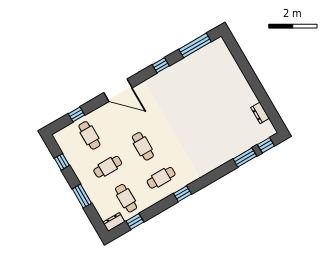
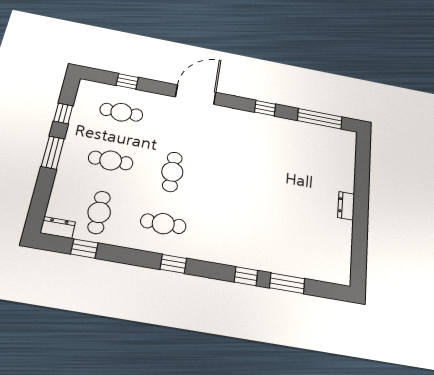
door: (118, 90) -> (196, 95), swing flipped
dresser: (260, 113) -> (346, 206), moved
cafe table: (89, 135) -> (121, 112), turned 90
window: (266, 145) -> (246, 276), moved
window: (82, 196) -> (53, 153), moved

